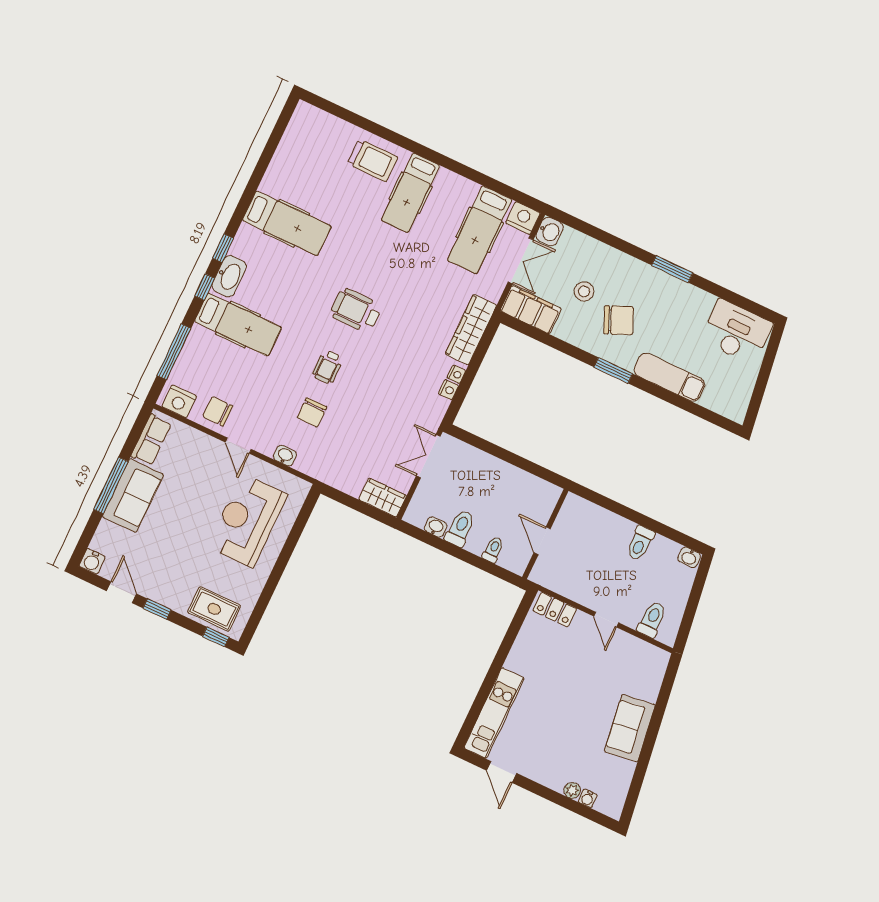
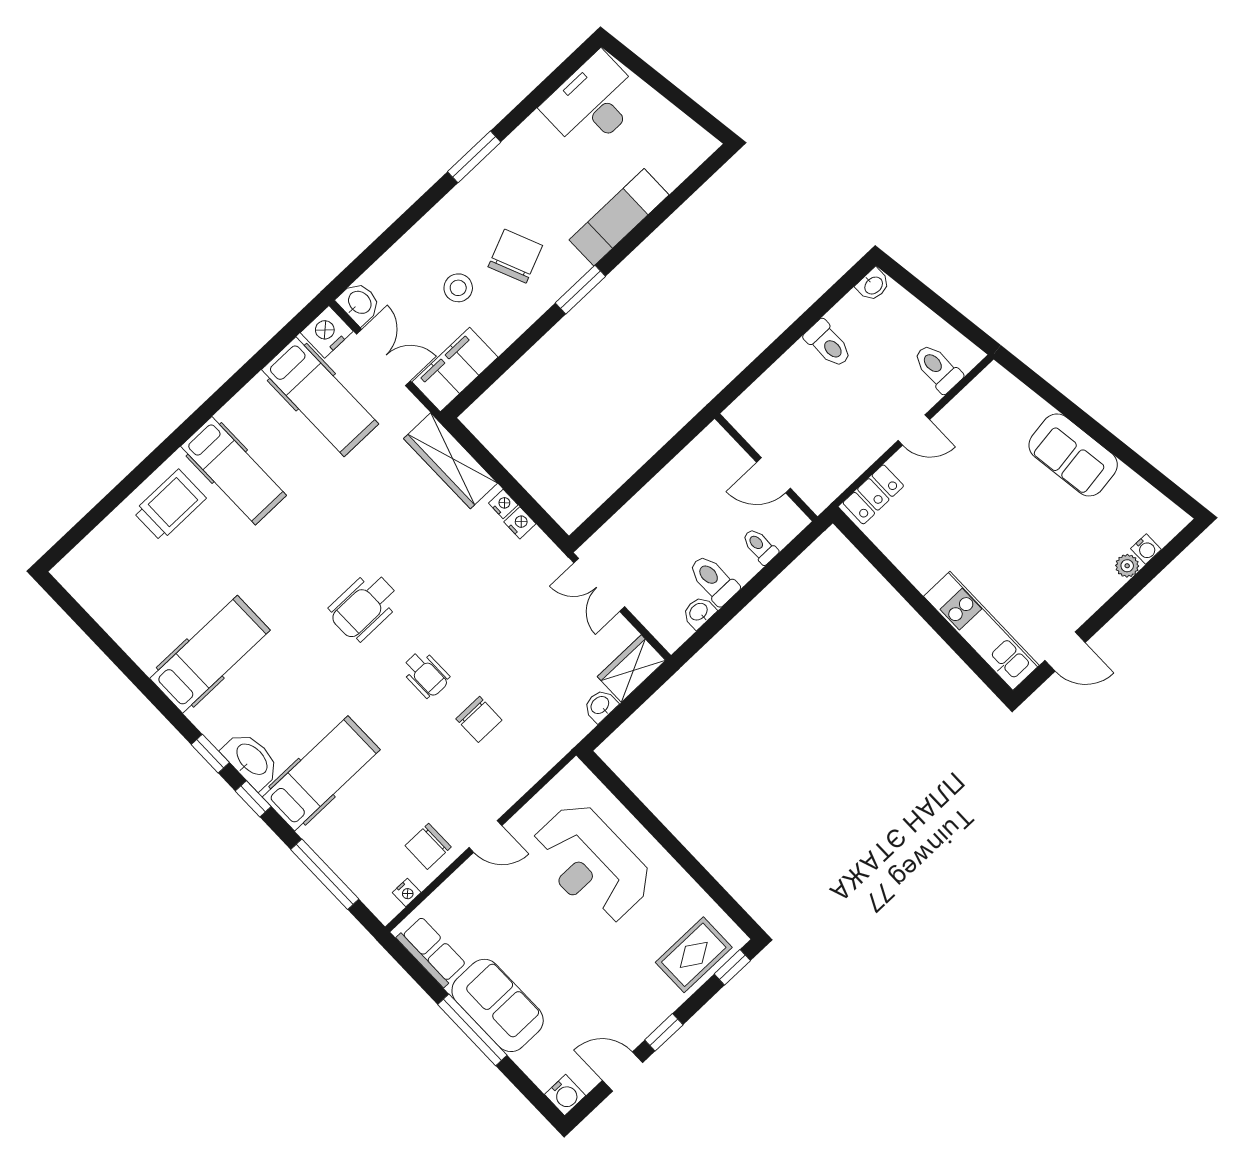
nightstand: (179, 401) -> (407, 892), width x0.53, depth x0.56
washbasin: (285, 456) -> (600, 706), moved

